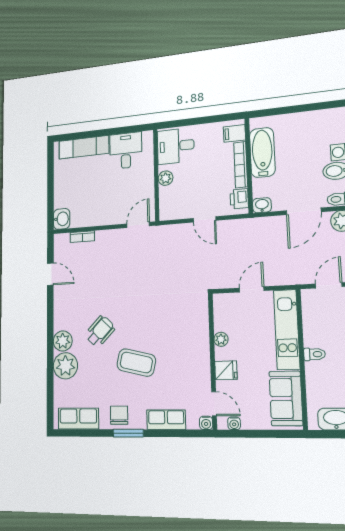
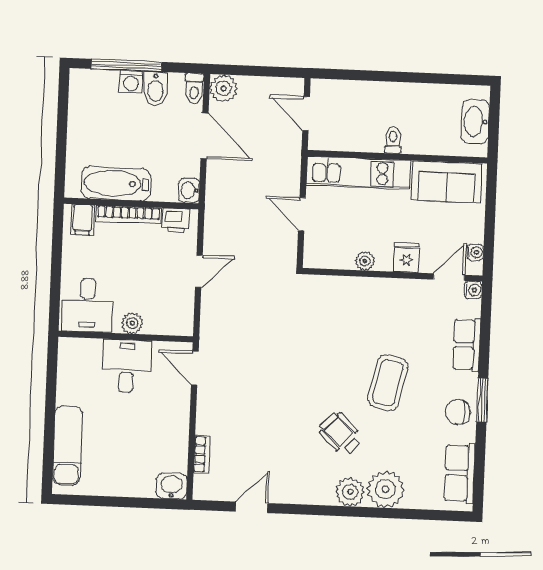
desk: (126, 151) -> (127, 366), moved, turned 90

